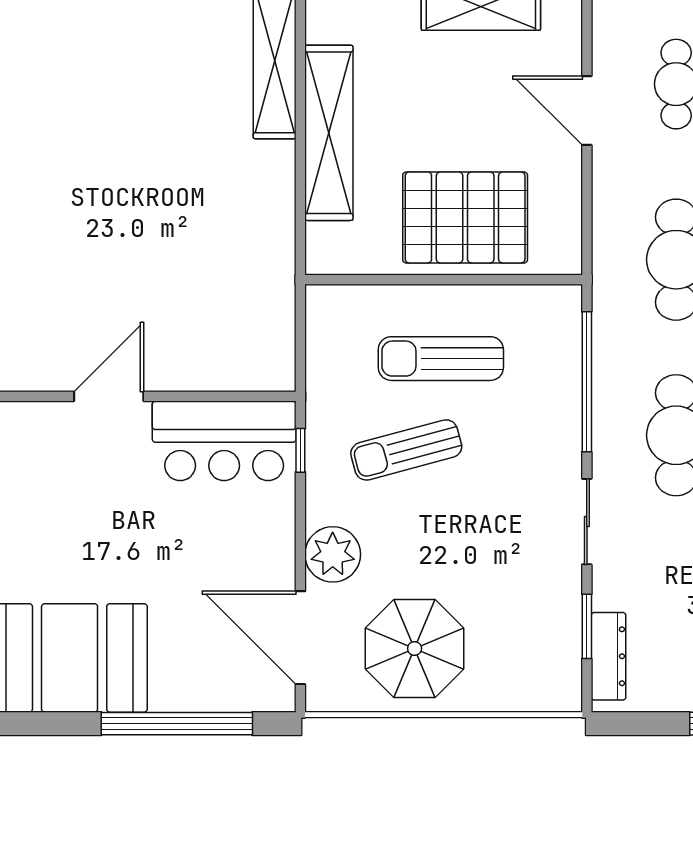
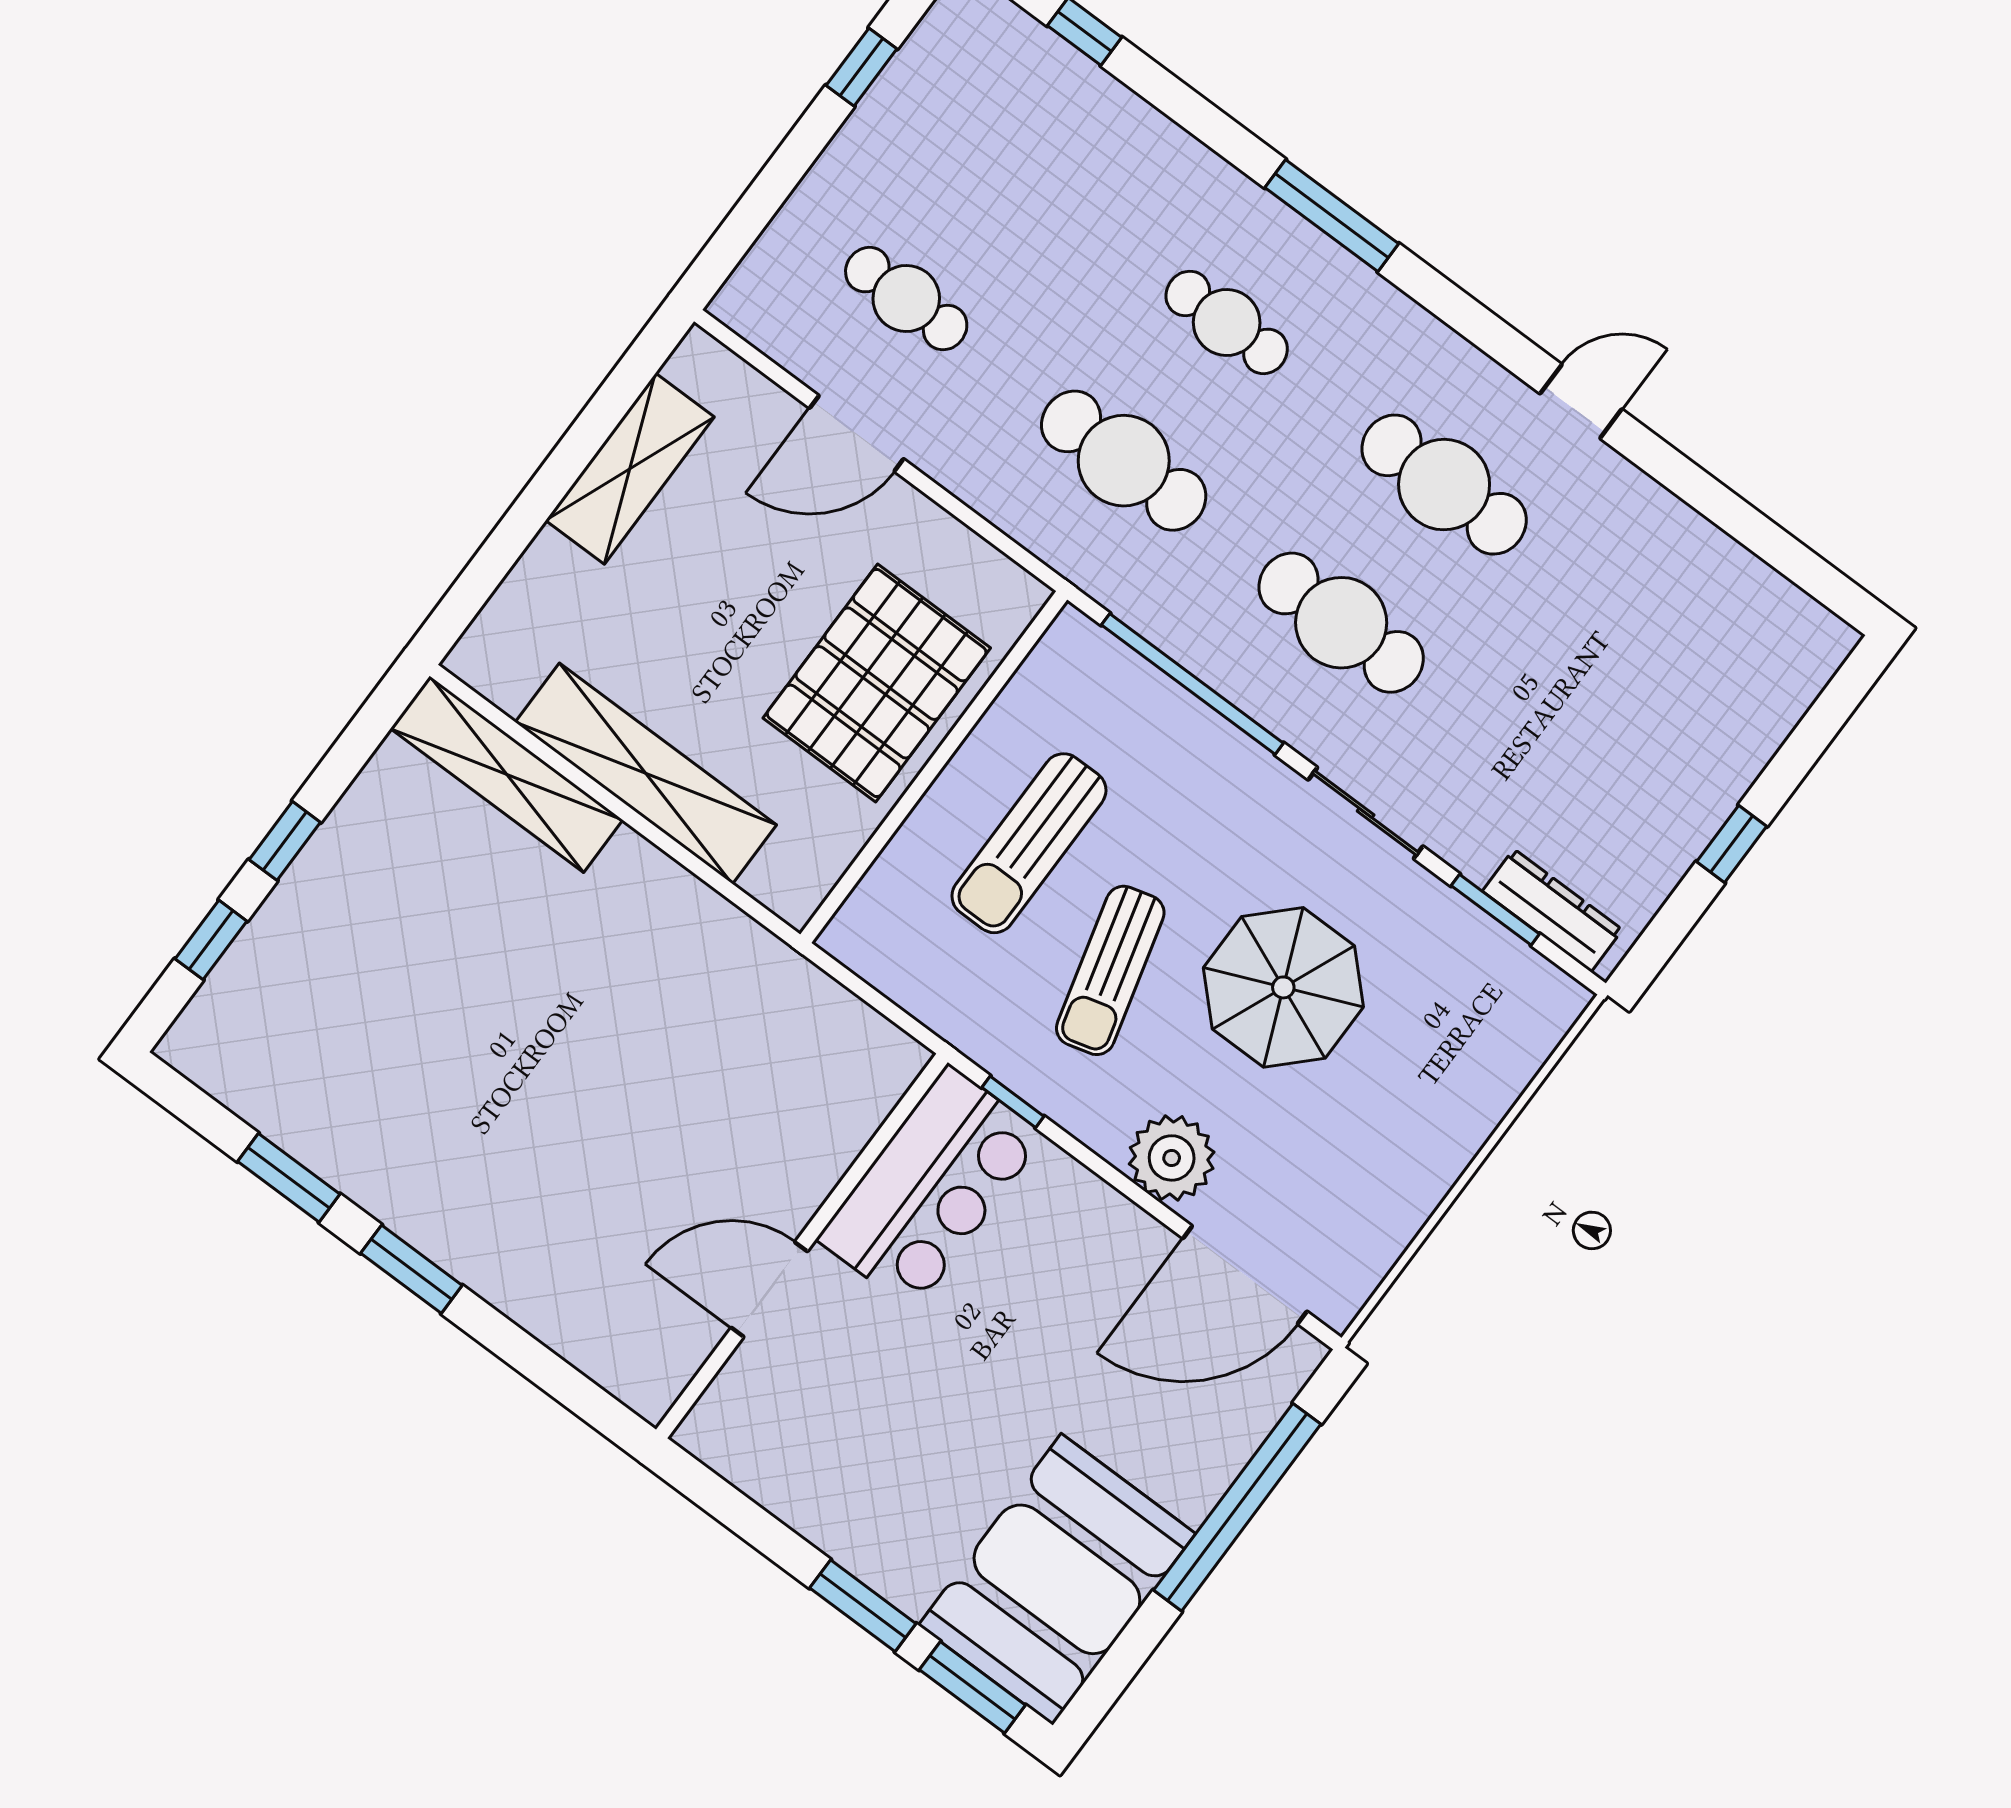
door: (109, 396) -> (769, 1290), hinge flipped
parasol: (415, 649) -> (1283, 987), moved

